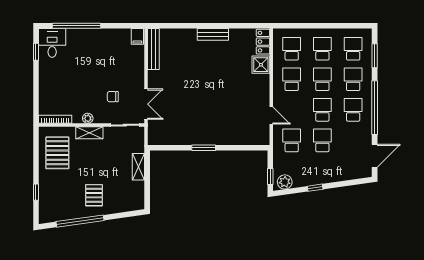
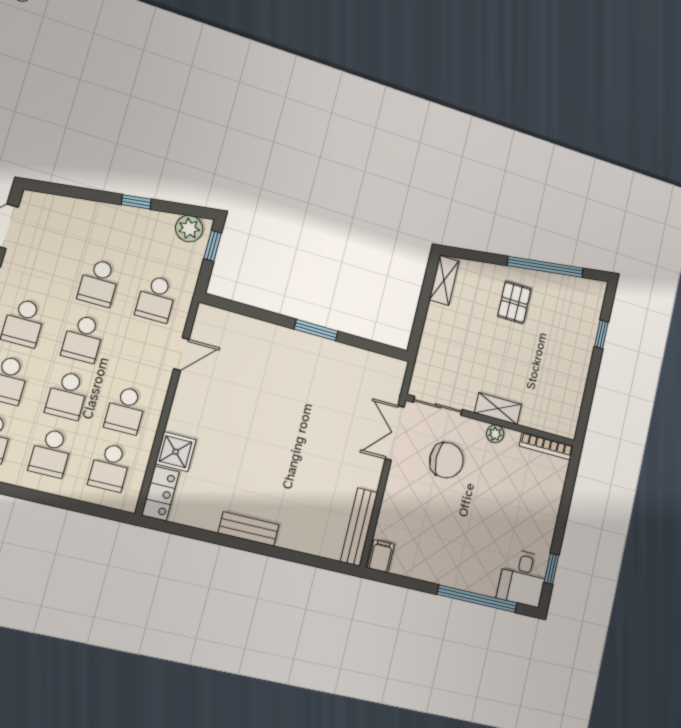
chair: (113, 97) -> (446, 460), width x1.87, depth x1.87
door: (271, 115) -> (181, 354), swing flipped
pallet: (57, 153) -> (555, 389), removed
shelving: (138, 167) -> (444, 280), moved

